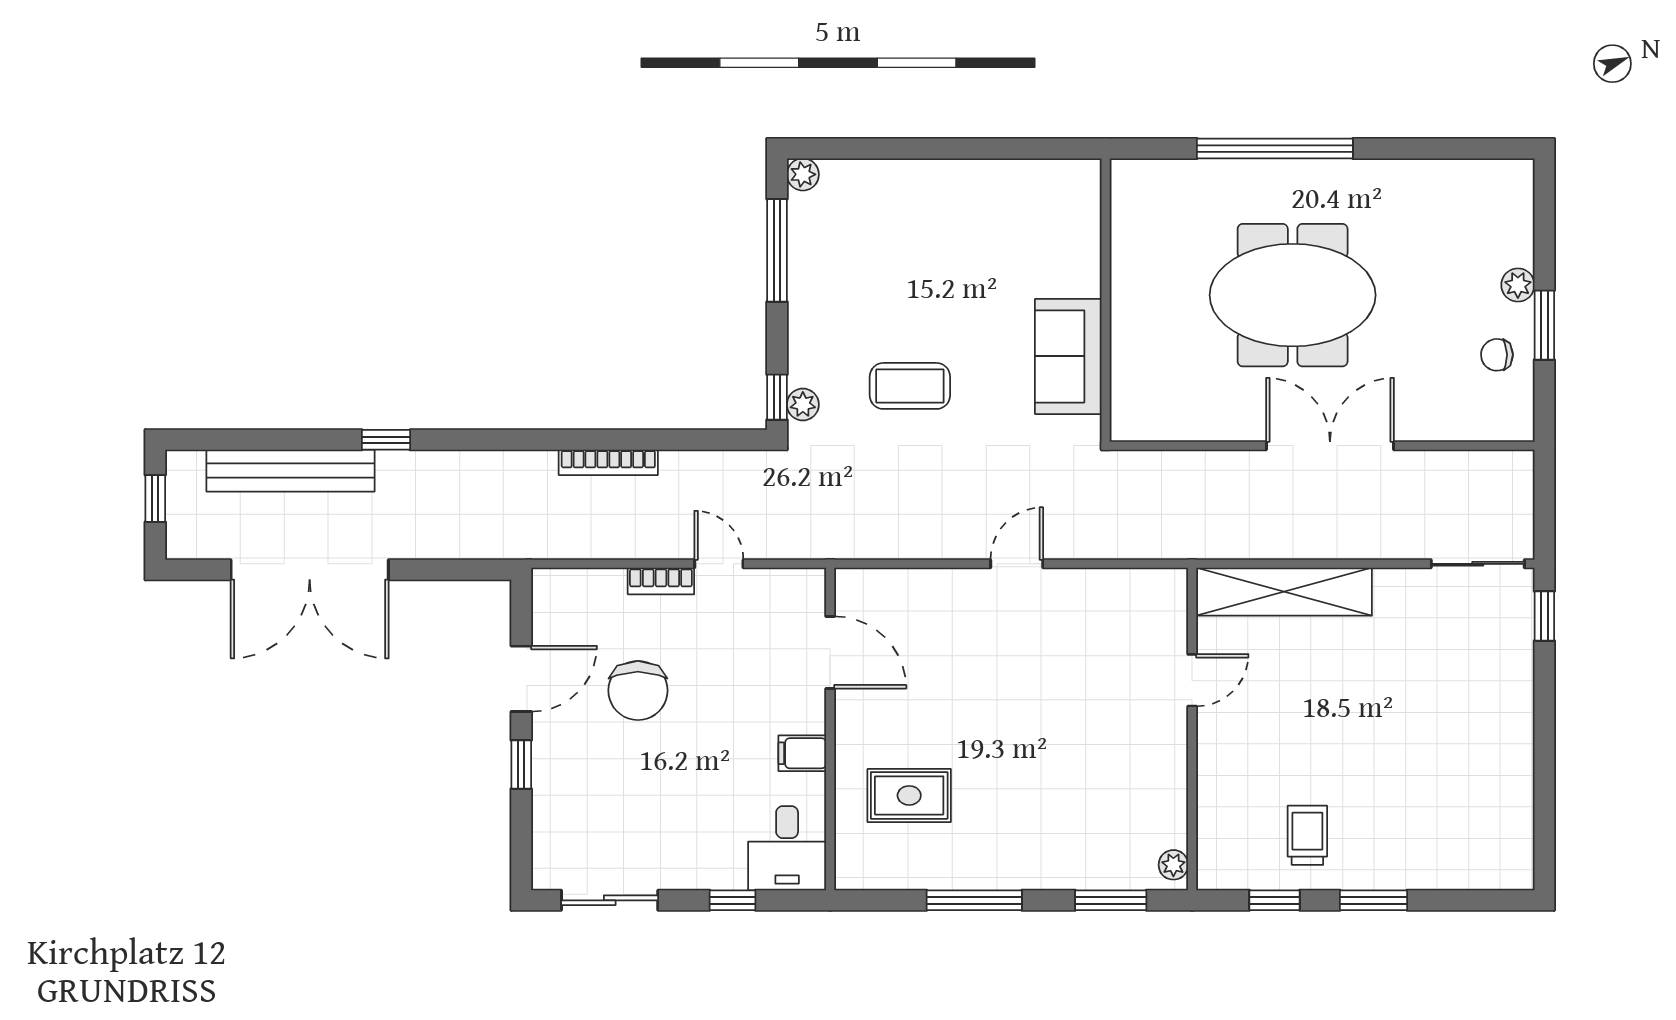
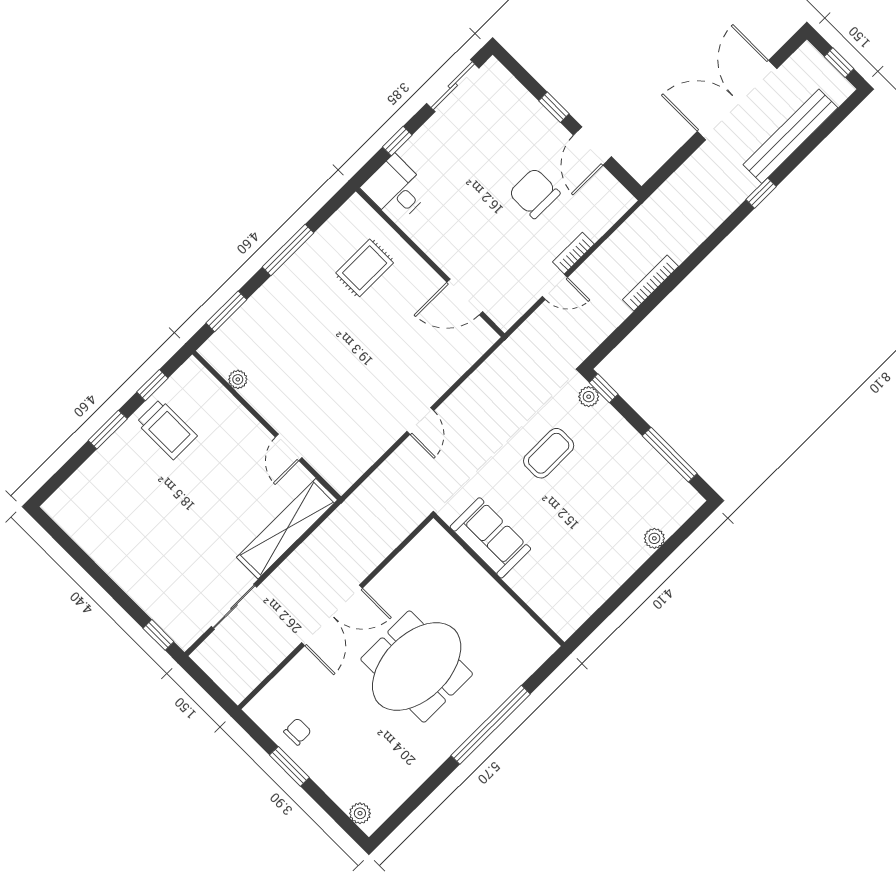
plant: (803, 174) -> (654, 538), moved
plant: (1518, 285) -> (360, 813), moved
sliding door: (1478, 564) -> (234, 607), moved
filing cabinet: (802, 753) -> (432, 239), removed
trolley: (1307, 835) -> (167, 429), width x1.36, depth x1.39
plant: (1173, 865) -> (238, 379), moved

